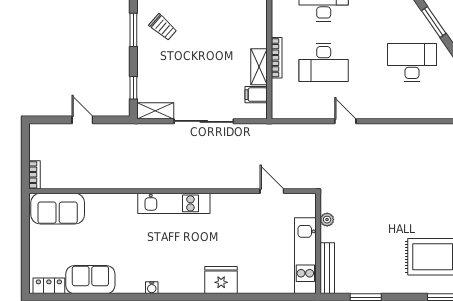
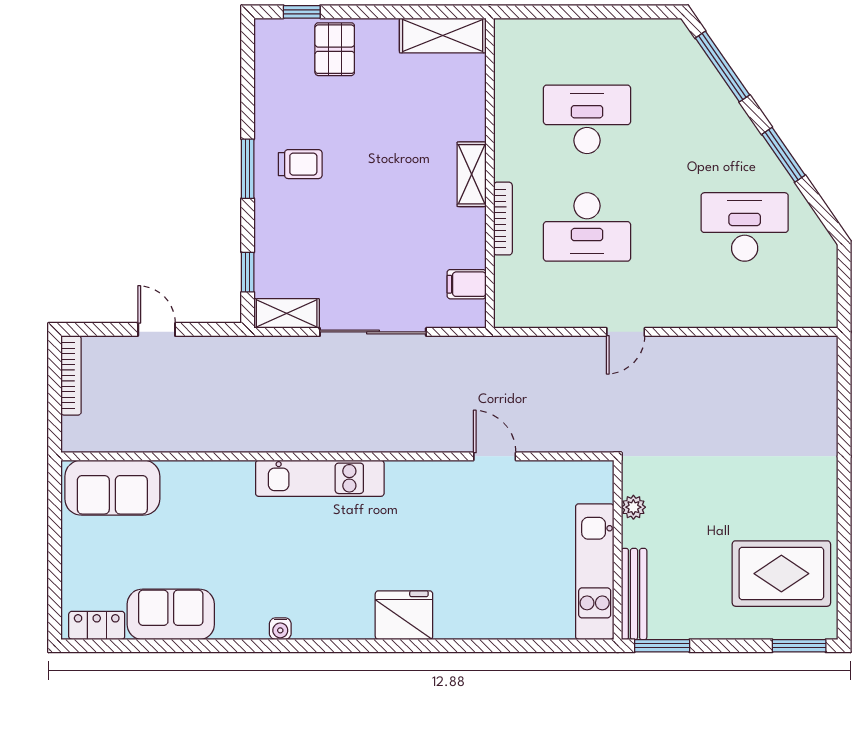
trolley: (163, 27) -> (300, 164), turned -41
shelving: (259, 67) -> (472, 174), moved
door: (345, 121) -> (626, 332), swing flipped
bookcase: (34, 175) -> (71, 375), moved, width x1.56
plant: (327, 220) -> (633, 507), moved
wall: (318, 243) -> (618, 550), moved
kitchen unit: (305, 256) -> (595, 572), moved
bench: (327, 268) -> (634, 594), moved

